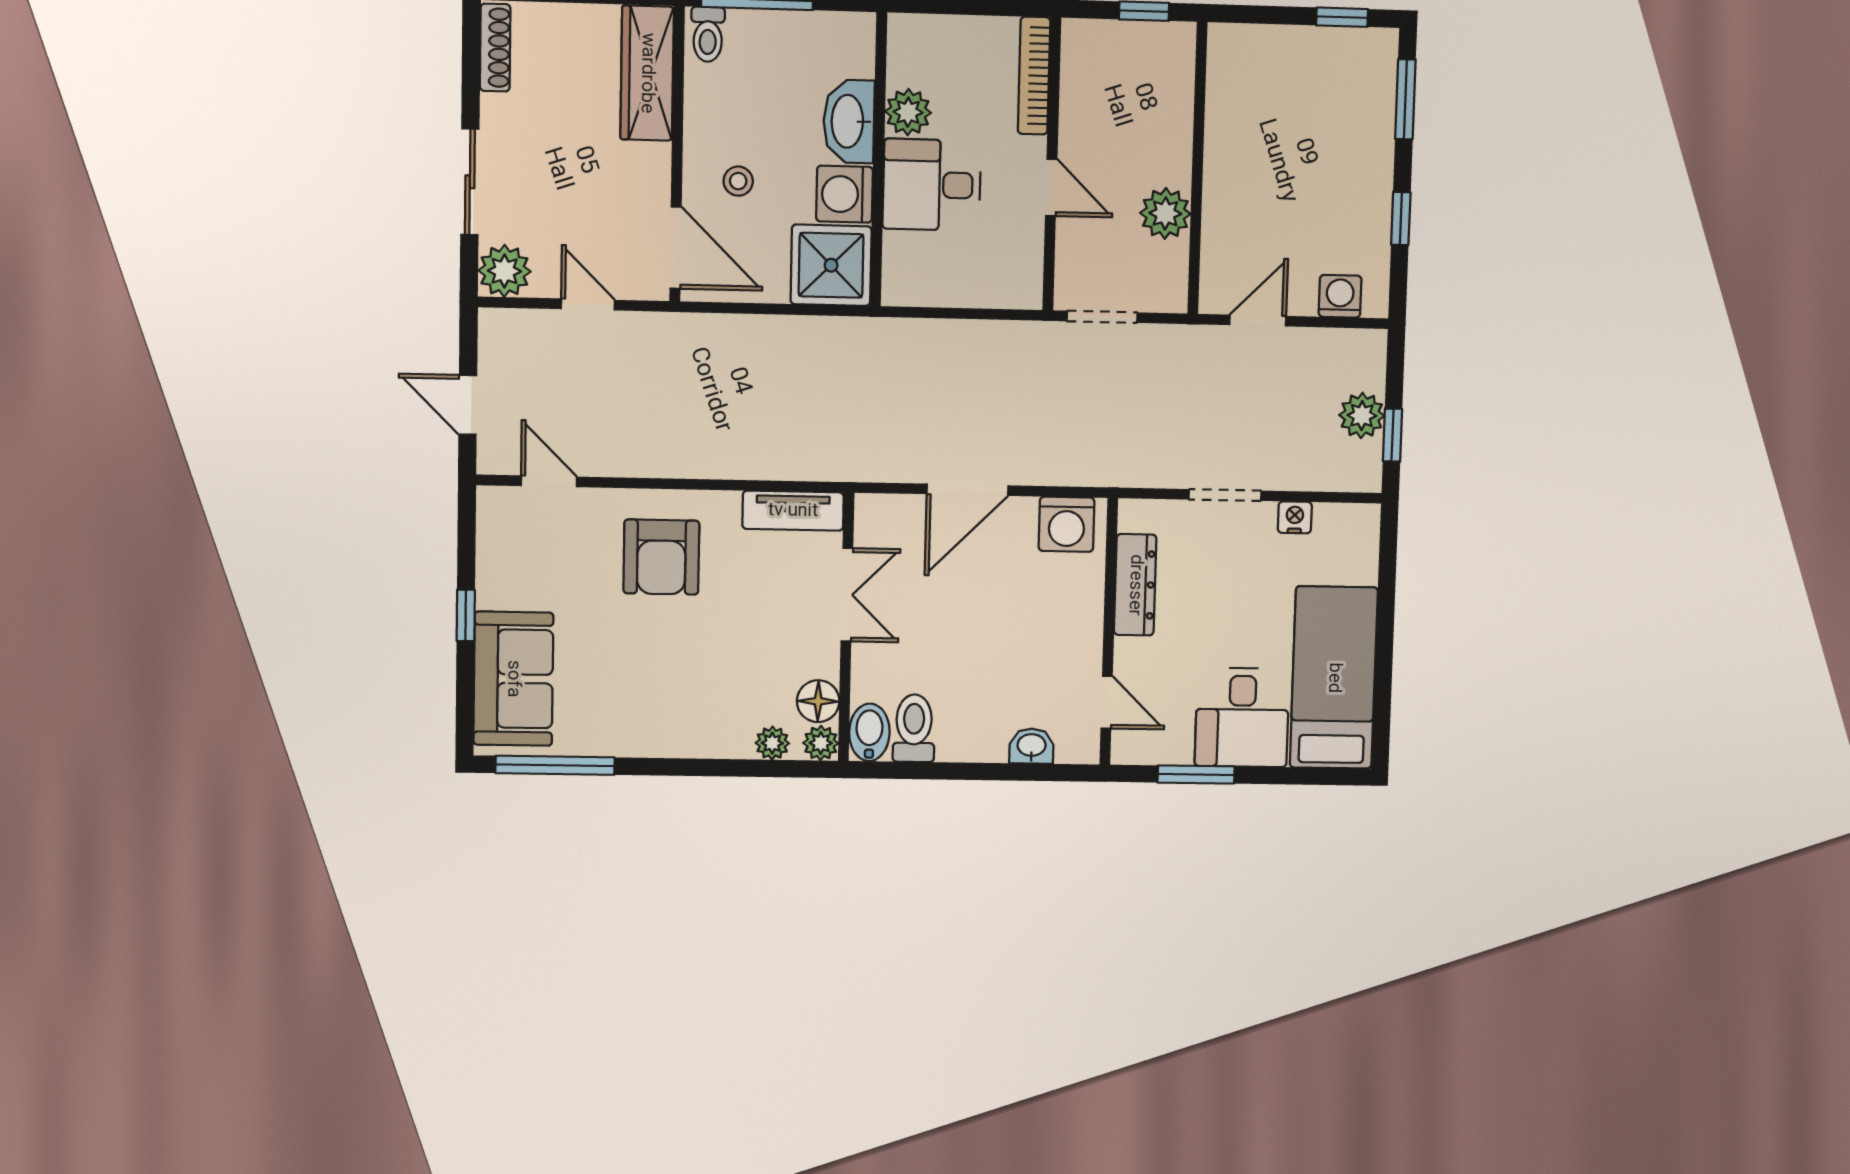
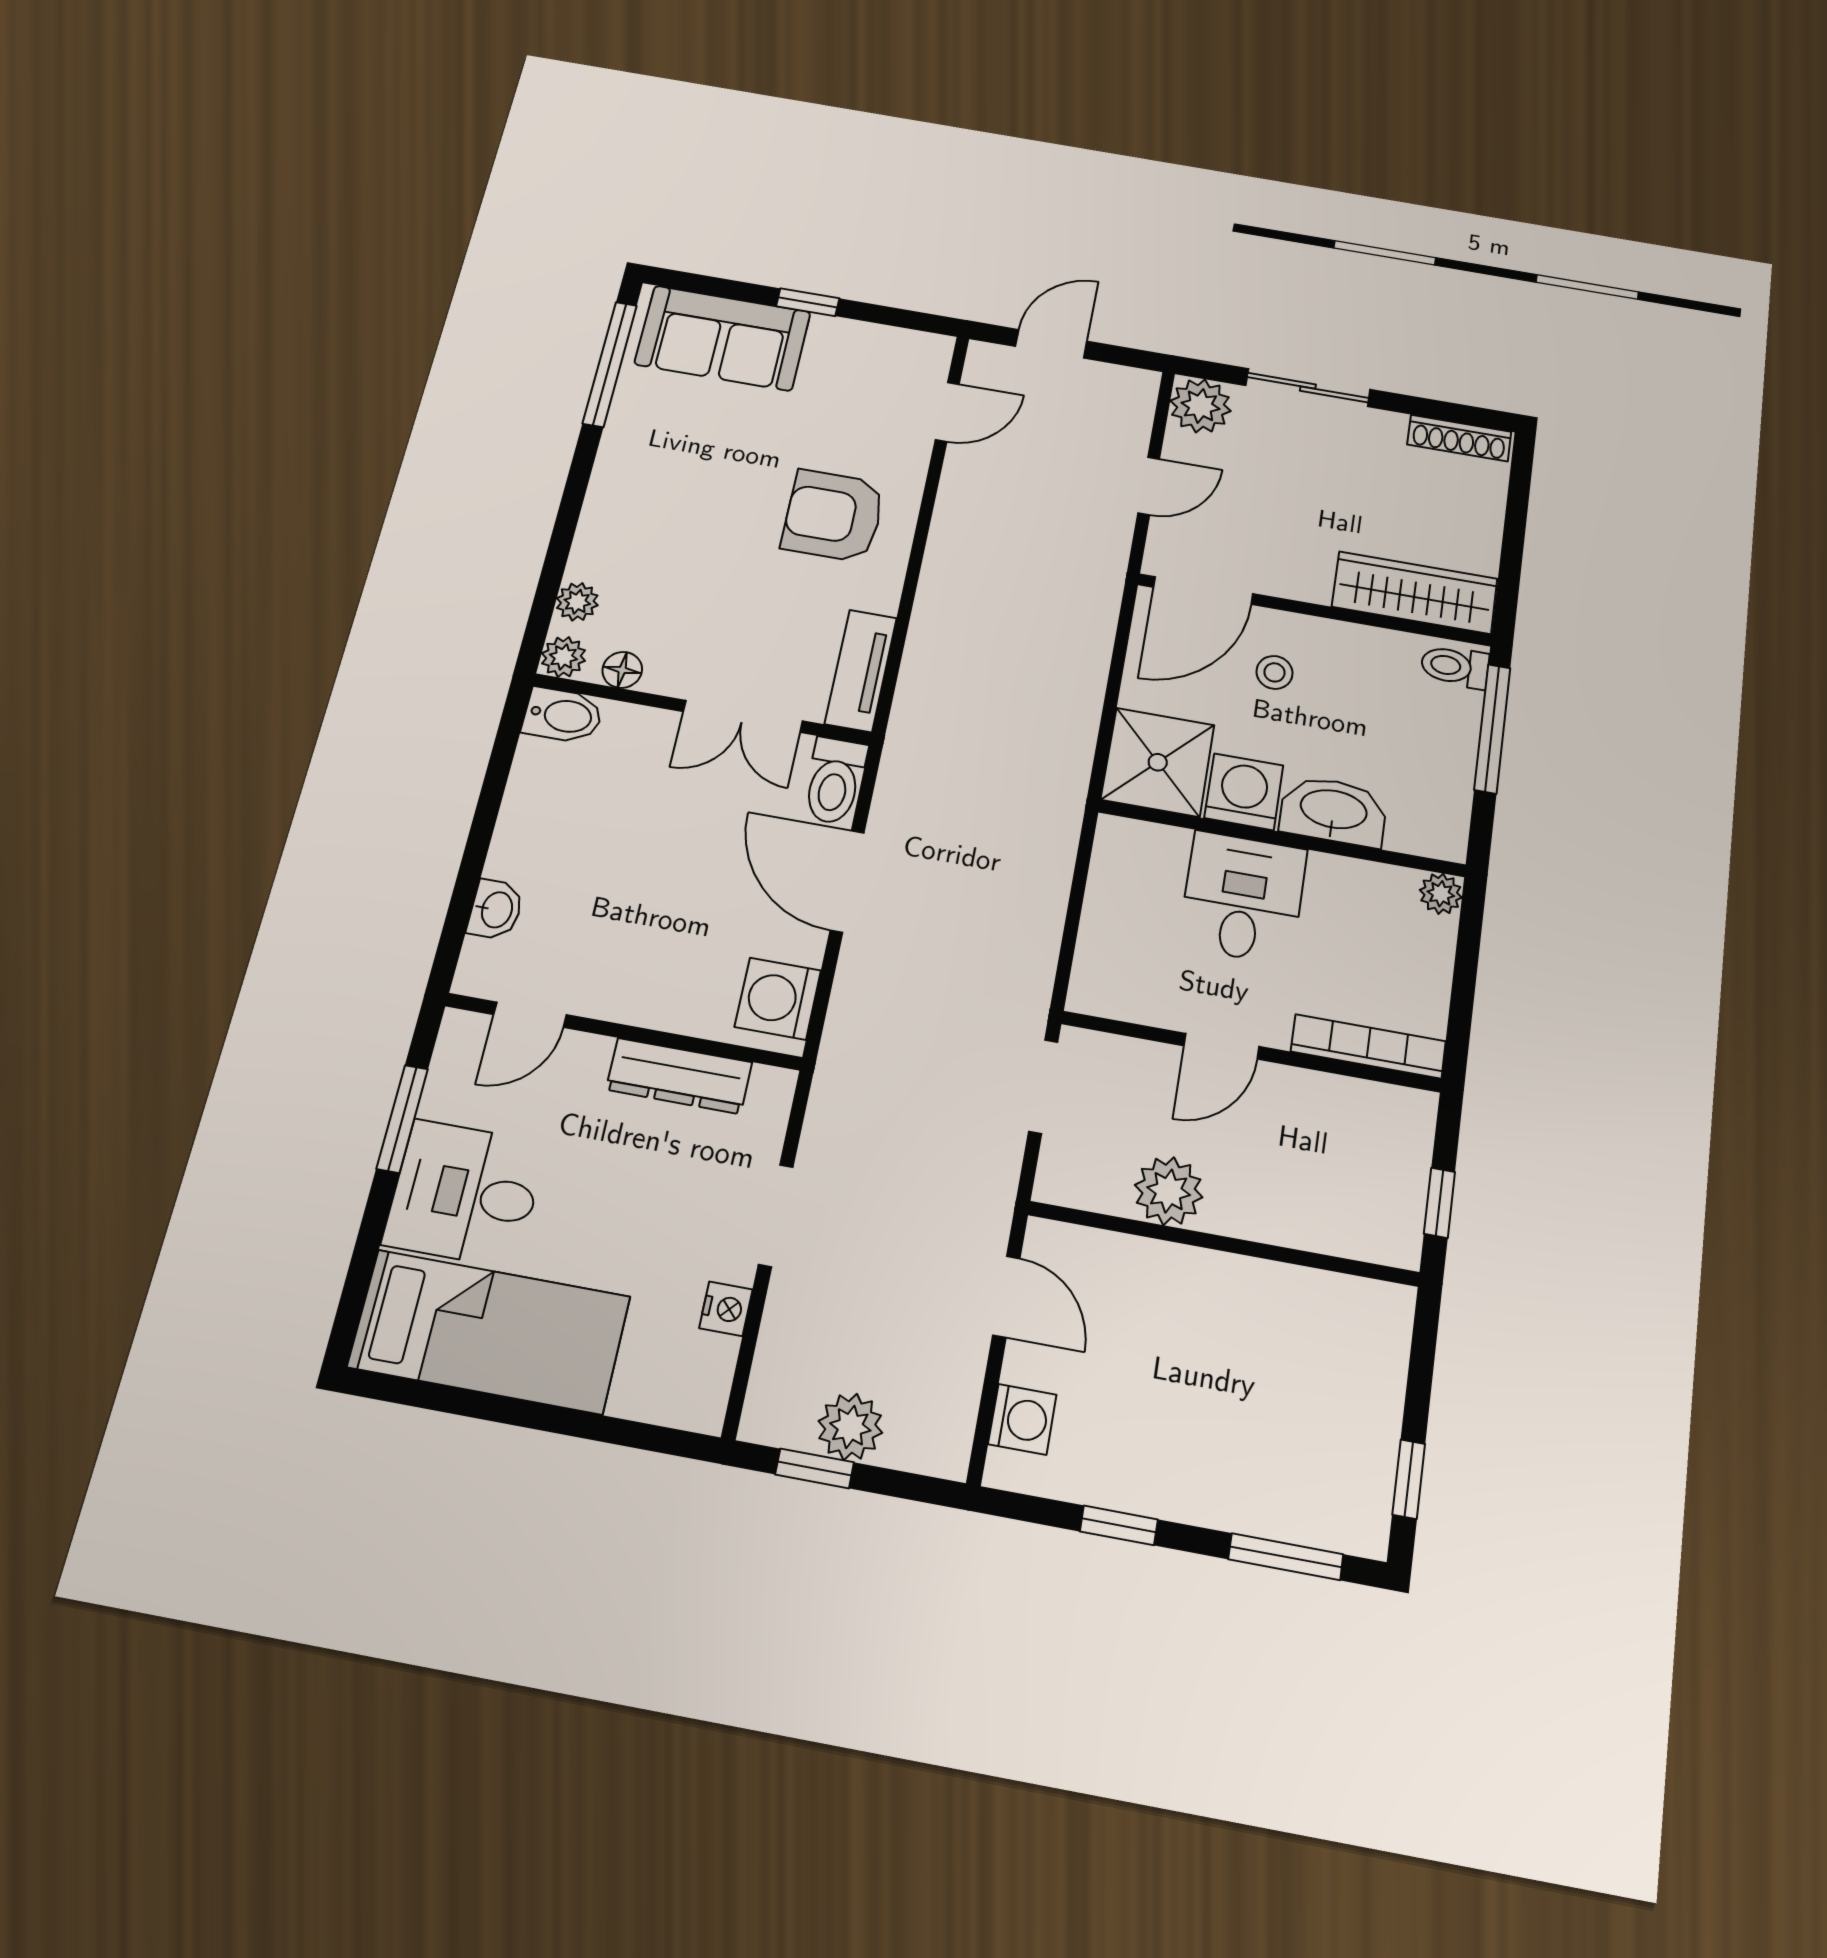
plant: (908, 112) -> (1441, 894), moved, width x0.73, depth x0.73
floor lamp: (818, 701) -> (622, 670), width x0.73, depth x0.73
toilet: (914, 728) -> (834, 781), moved, turned 90

